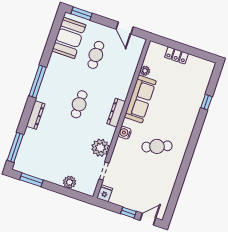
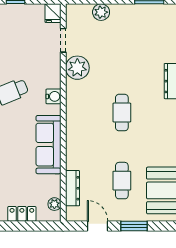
window: (82, 13) -> (134, 226), moved
plant: (145, 71) -> (54, 204), moved
dresser: (116, 113) -> (72, 188), moved

